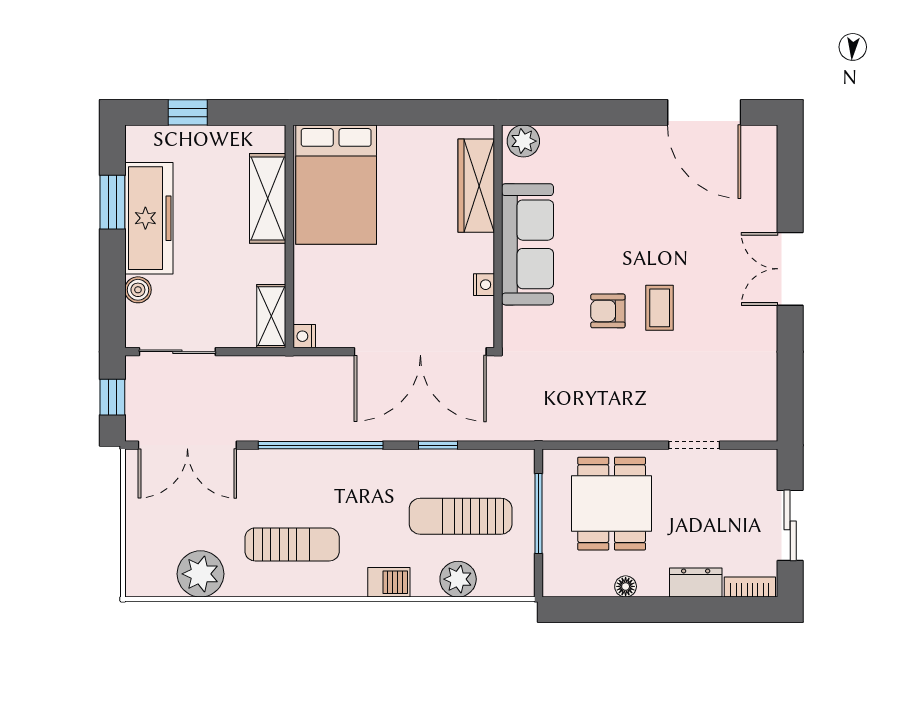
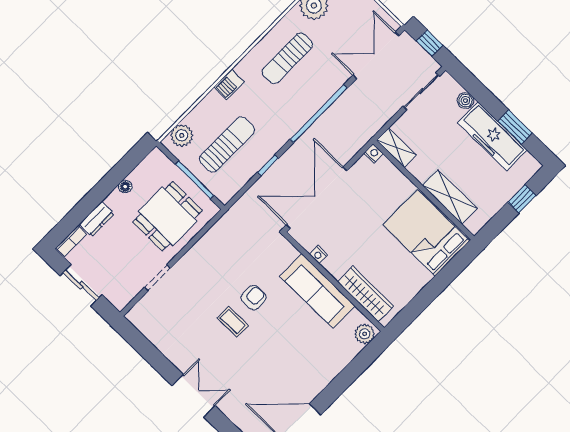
dining table: (612, 504) -> (167, 216), turned 90
plant: (458, 579) -> (182, 135), moved

